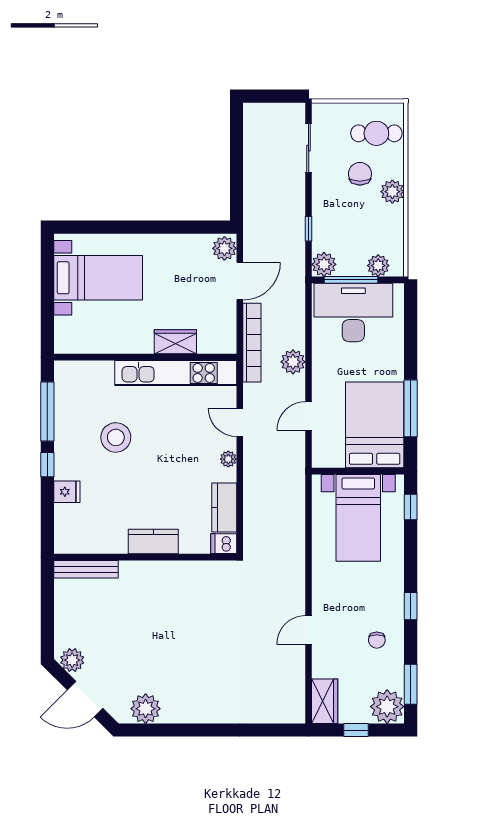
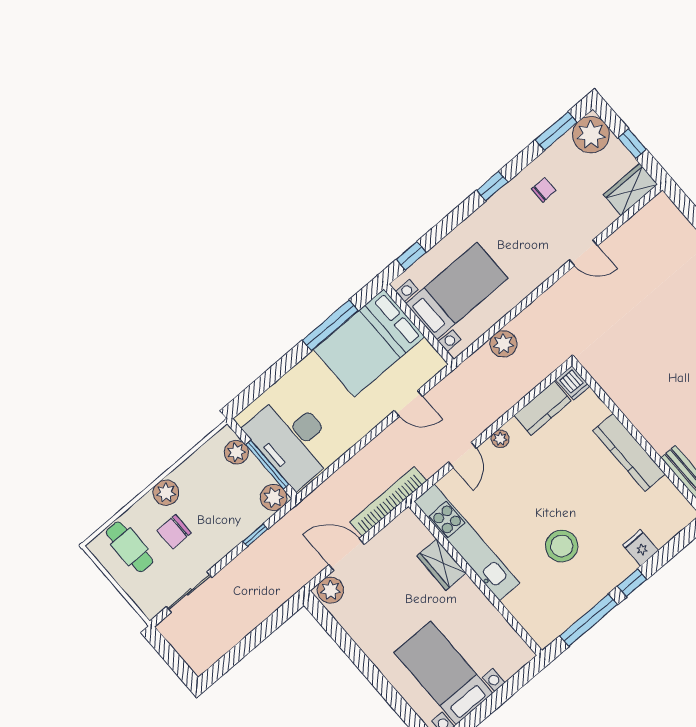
plant: (293, 362) -> (503, 344), moved
kitchen counter: (153, 541) -> (629, 452), width x1.50

